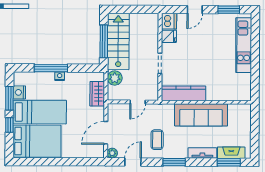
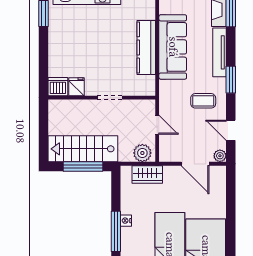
door: (195, 10) -> (44, 55), removed
plant: (115, 78) -> (142, 153), moved
kitchen counter: (184, 93) -> (146, 47), moved
tv unit: (202, 153) -> (219, 52), width x1.41

